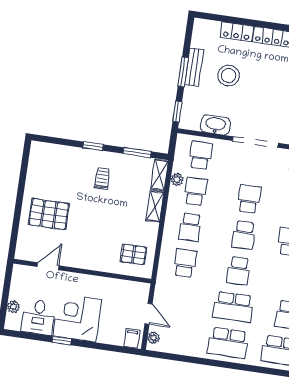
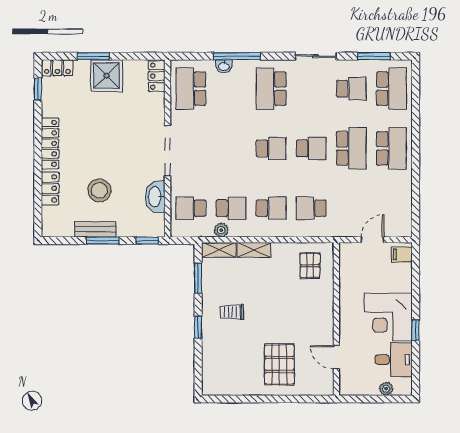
school desk: (195, 191) -> (231, 208), turned 180
school desk: (249, 199) -> (231, 148), removed
plant: (154, 338) -> (398, 231), removed

